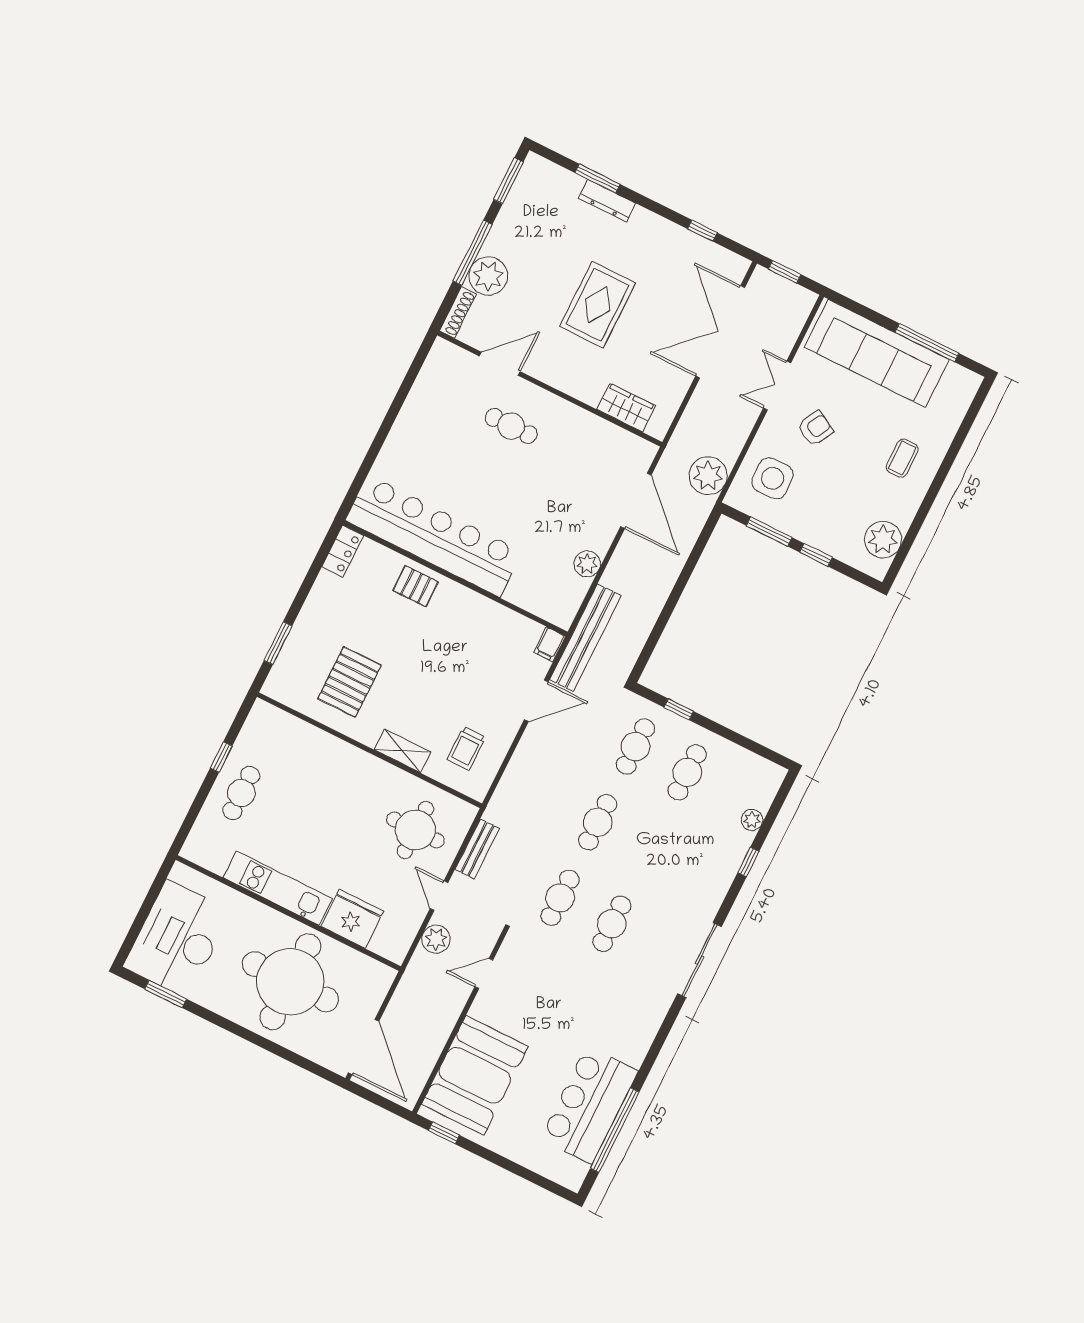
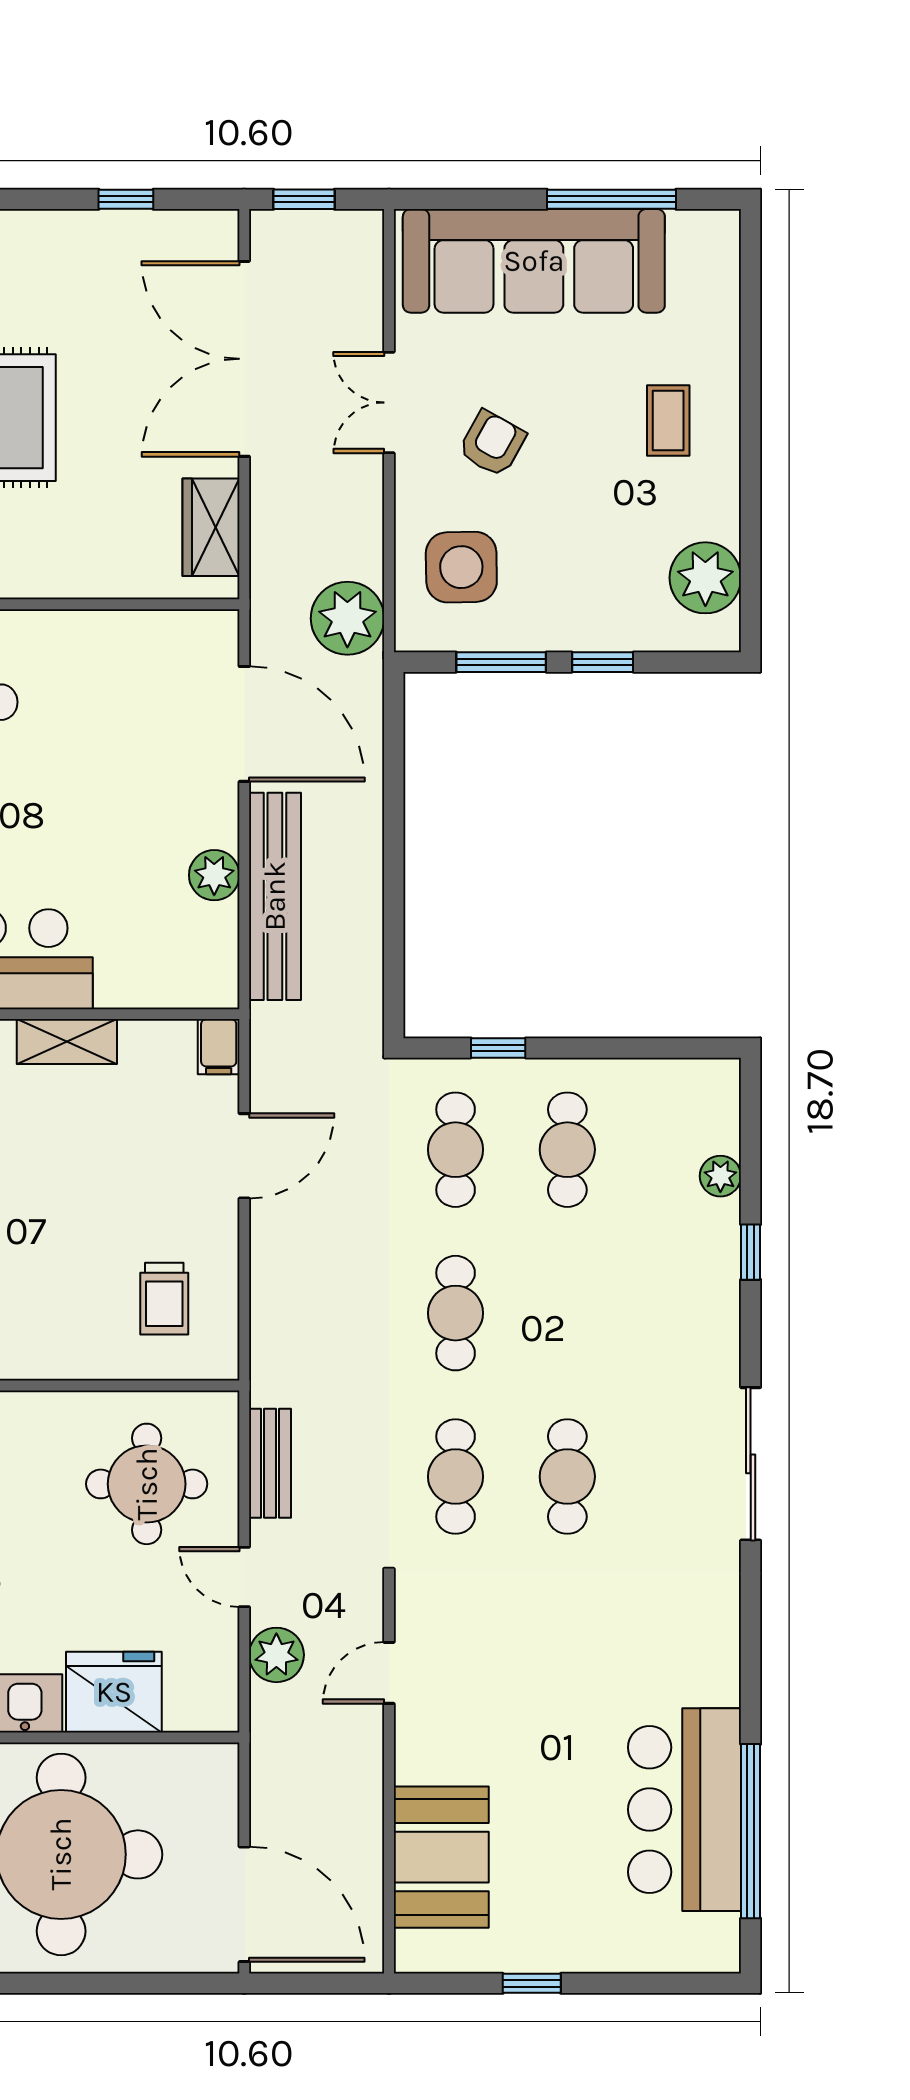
wardrobe: (626, 408) -> (211, 527), moved, turned -90
bench: (585, 638) -> (275, 896), moved
shelving: (403, 751) -> (67, 1042), moved
booth: (475, 1075) -> (441, 1857), width x0.73, depth x0.70
window: (444, 1133) -> (532, 1983), moved

